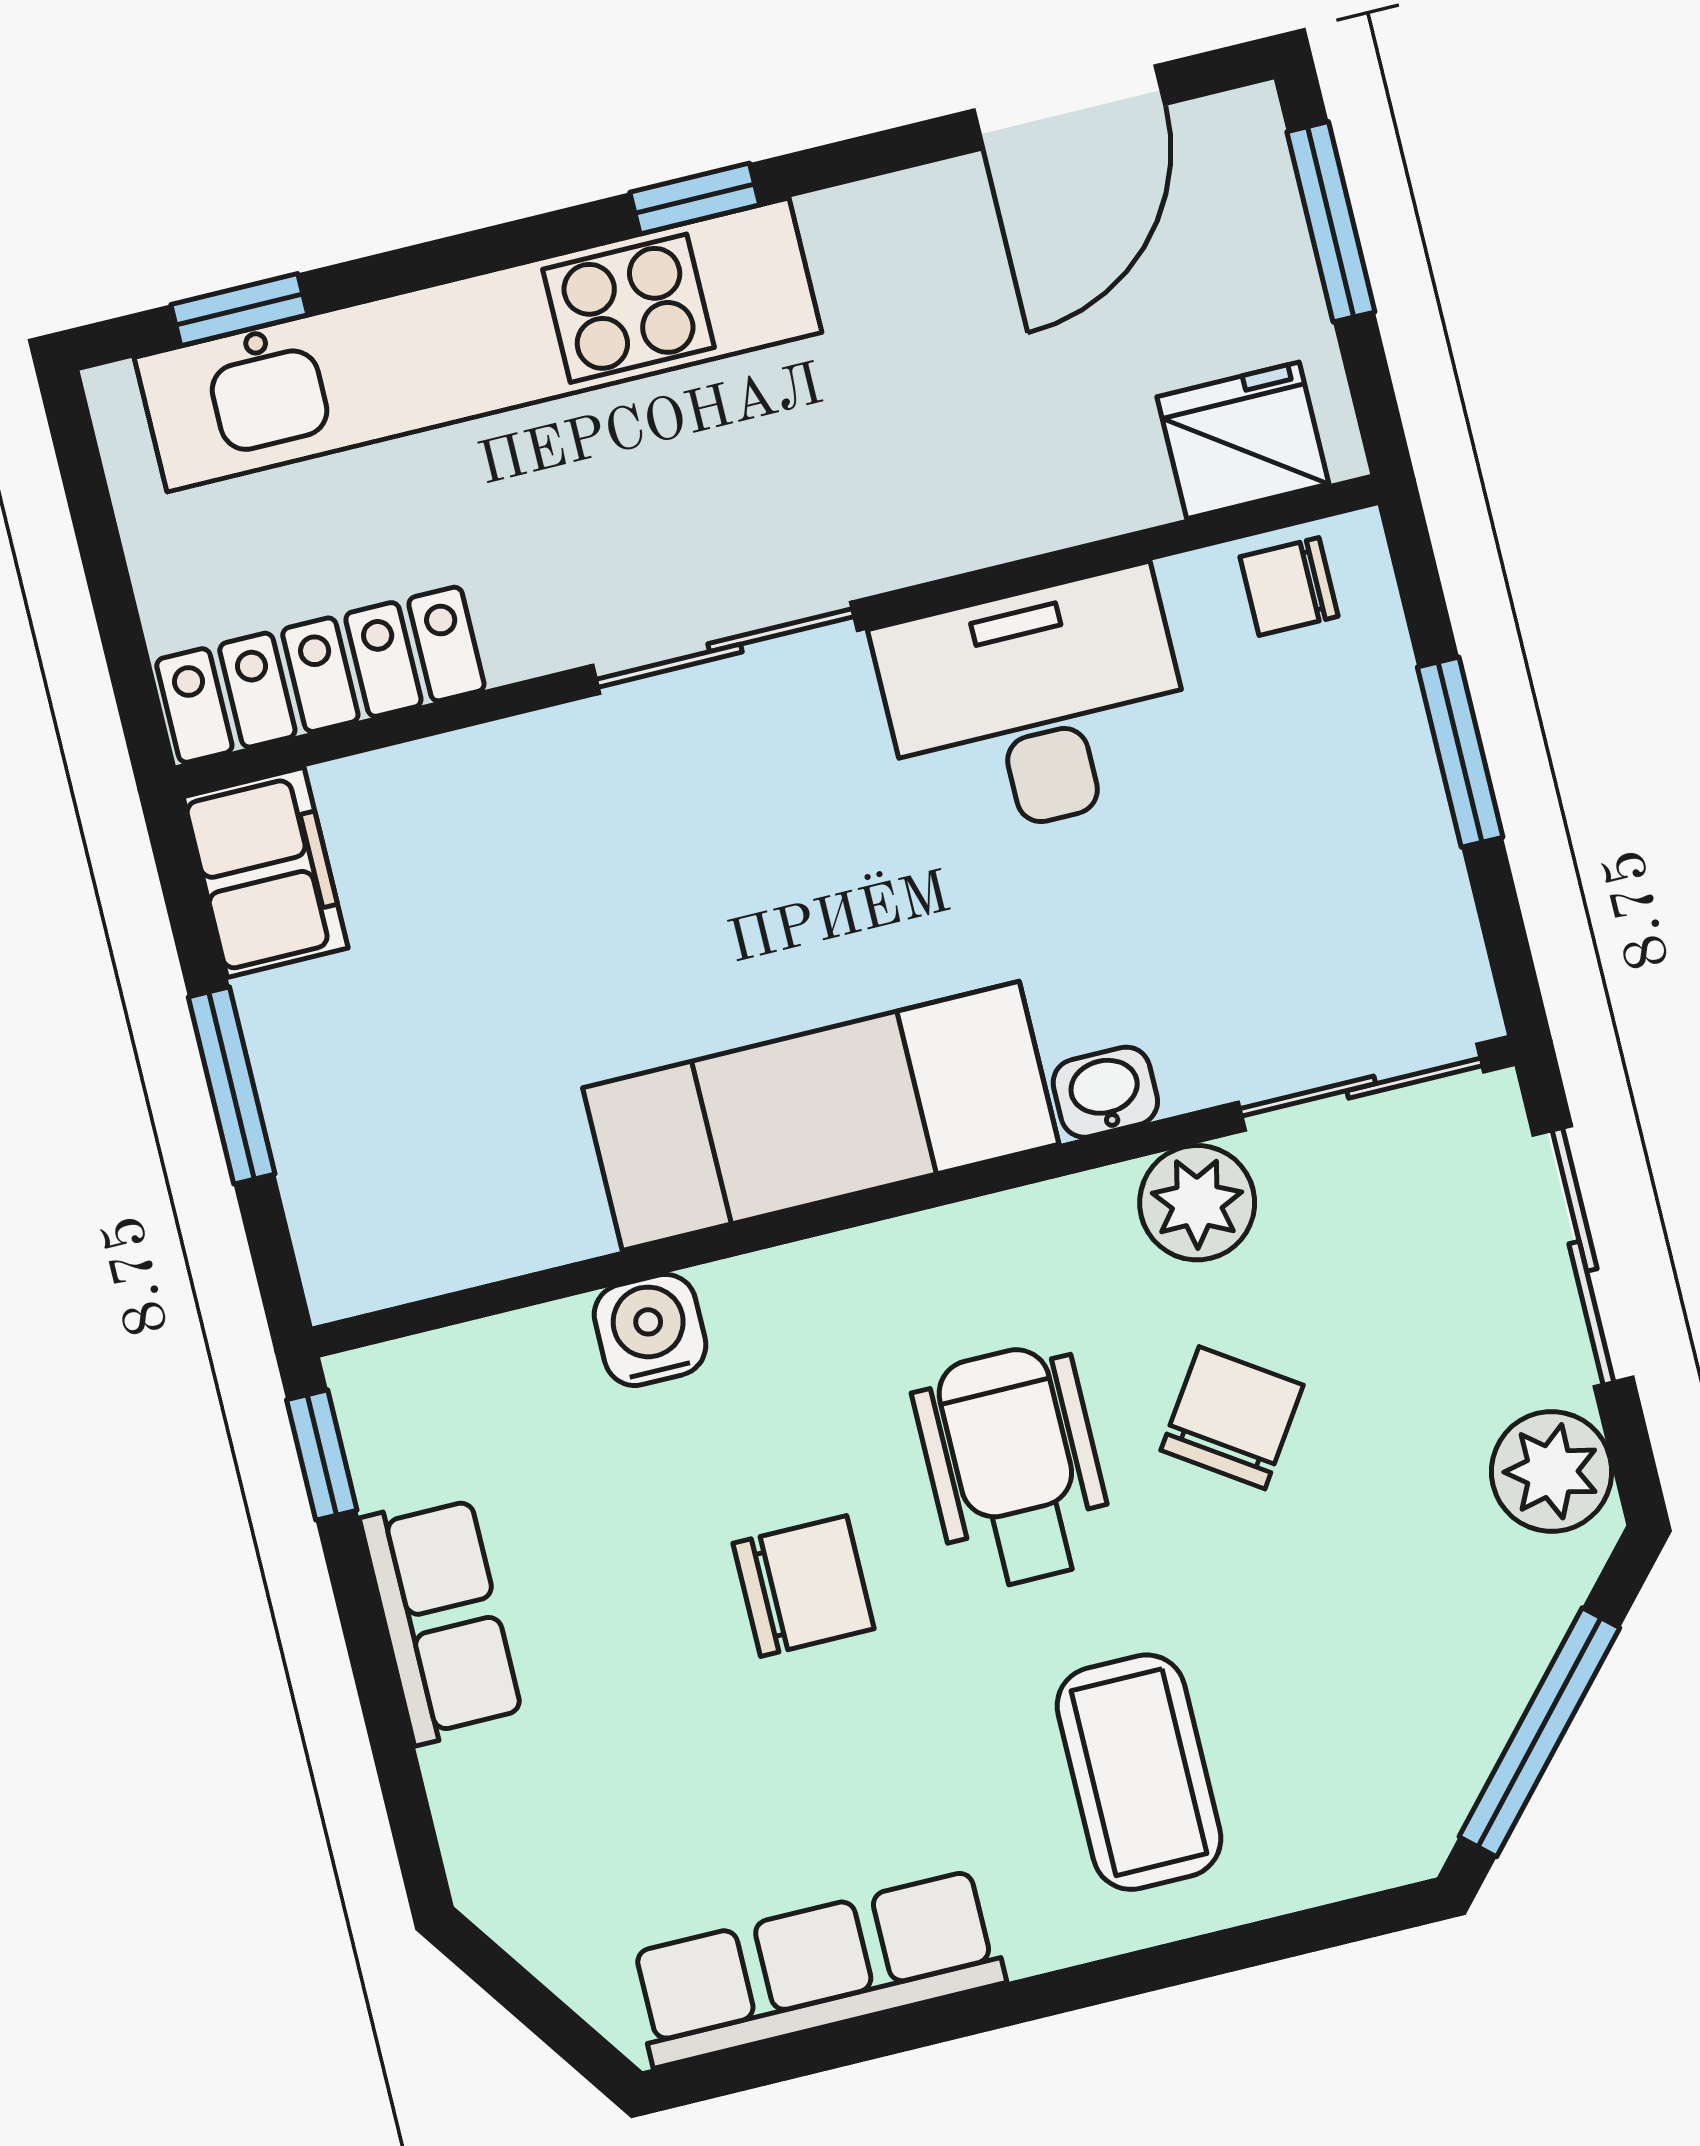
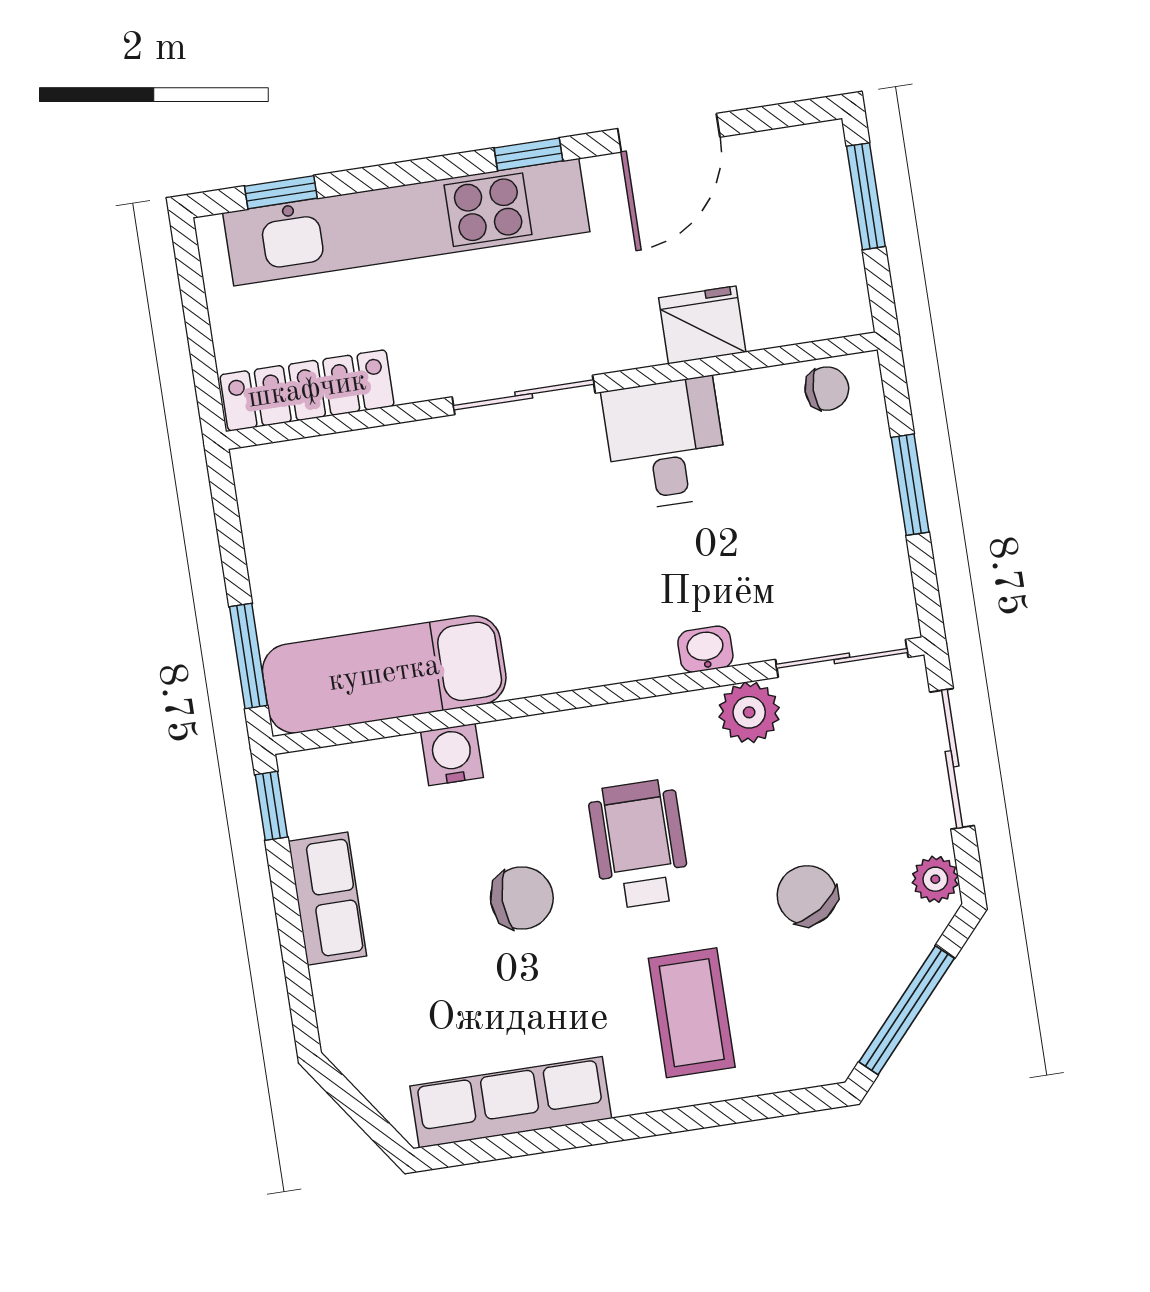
door: (1069, 107) -> (669, 133), moved
fridge: (1243, 440) -> (702, 325), moved
chair: (1289, 587) -> (827, 389), turned 180
desk: (1036, 706) -> (665, 444), width x0.73
filing cabinet: (266, 872) -> (269, 493), removed
window: (232, 1086) -> (248, 656), moved
exam couch: (821, 1116) -> (384, 674), moved
chair: (1232, 1418) -> (807, 895), moved, turned -68
plant: (1552, 1471) -> (935, 879), width x0.73, depth x0.73

